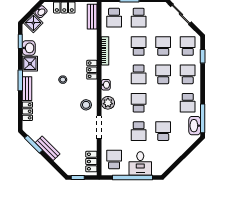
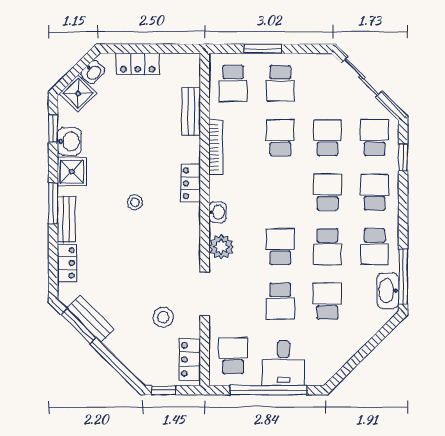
bench: (92, 17) -> (191, 111), moved
school desk: (139, 74) -> (327, 247), moved
stool: (86, 105) -> (163, 317), moved
bench: (48, 148) -> (91, 319), moved

